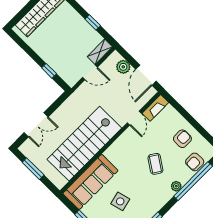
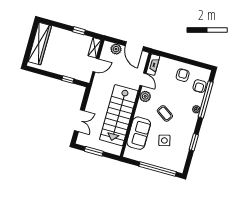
plant: (126, 139) -> (145, 96), added
coffee table: (155, 164) -> (165, 113), moved
sofa: (90, 182) -> (139, 133), width x0.73

